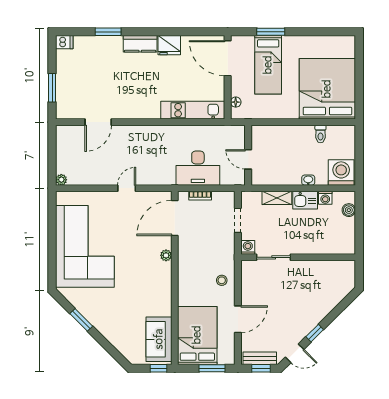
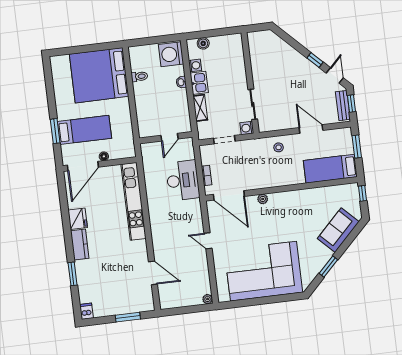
floor lamp: (236, 102) -> (104, 156), moved
kitchen unit: (193, 110) -> (134, 201), width x1.36
bed: (197, 335) -> (330, 169), width x0.67
sofa: (159, 339) -> (338, 230), moved, turned 135

